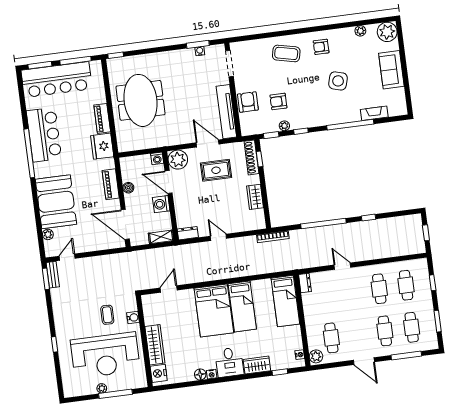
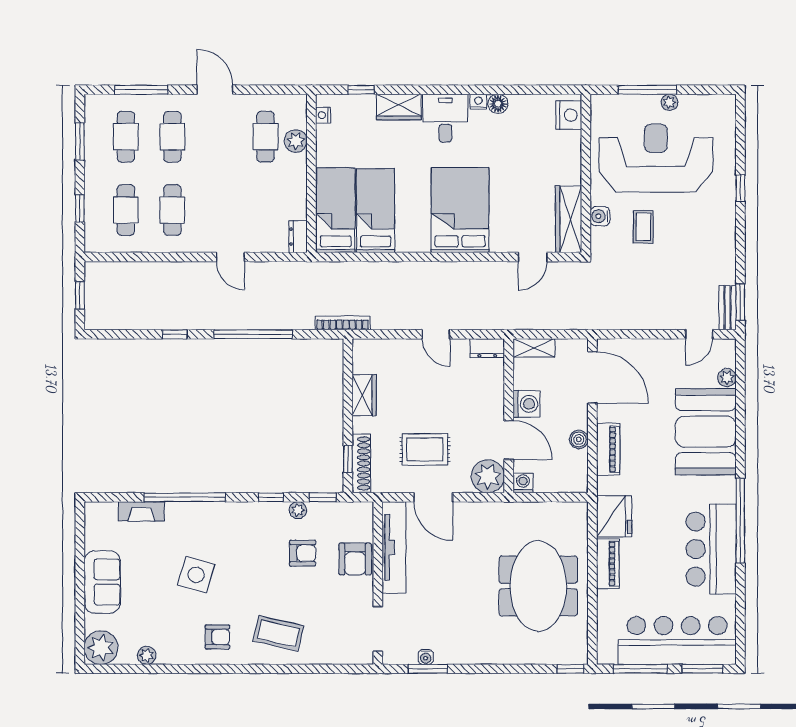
bed: (242, 306) -> (376, 211), moved
wardrobe: (155, 345) -> (569, 219), moved
plant: (316, 356) -> (296, 141), moved

